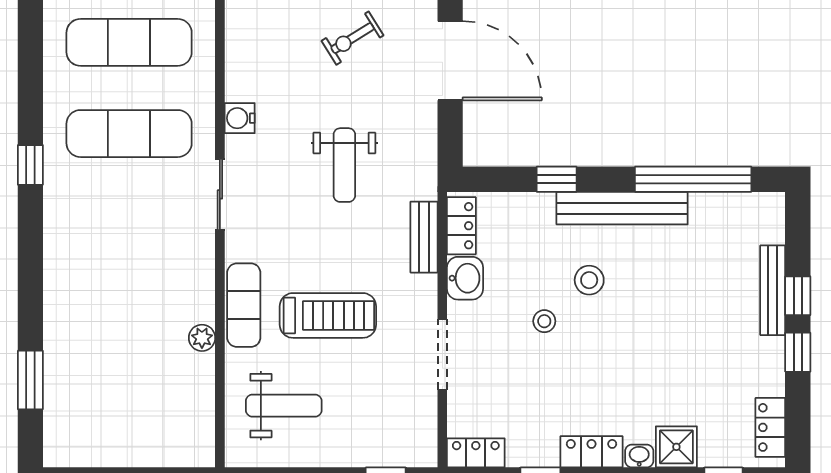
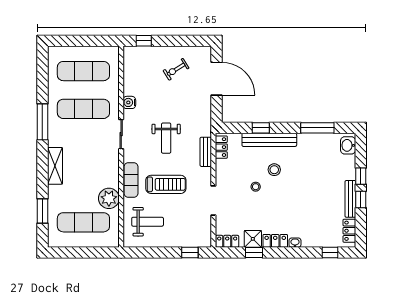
window: (30, 165) -> (42, 122), width x2.17
weight bench: (344, 165) -> (166, 138), moved
window: (693, 179) -> (317, 128), width x0.68
bench: (622, 208) -> (269, 140), moved
shelving: (61, 271) -> (55, 166), added
washbasin: (465, 278) -> (348, 145), moved, turned 180
bench: (773, 290) -> (350, 199), moved
plant: (202, 338) -> (109, 198), width x1.88, depth x1.88
exercise mat: (129, 407) -> (83, 222), added
shower: (676, 447) -> (253, 239), moved

